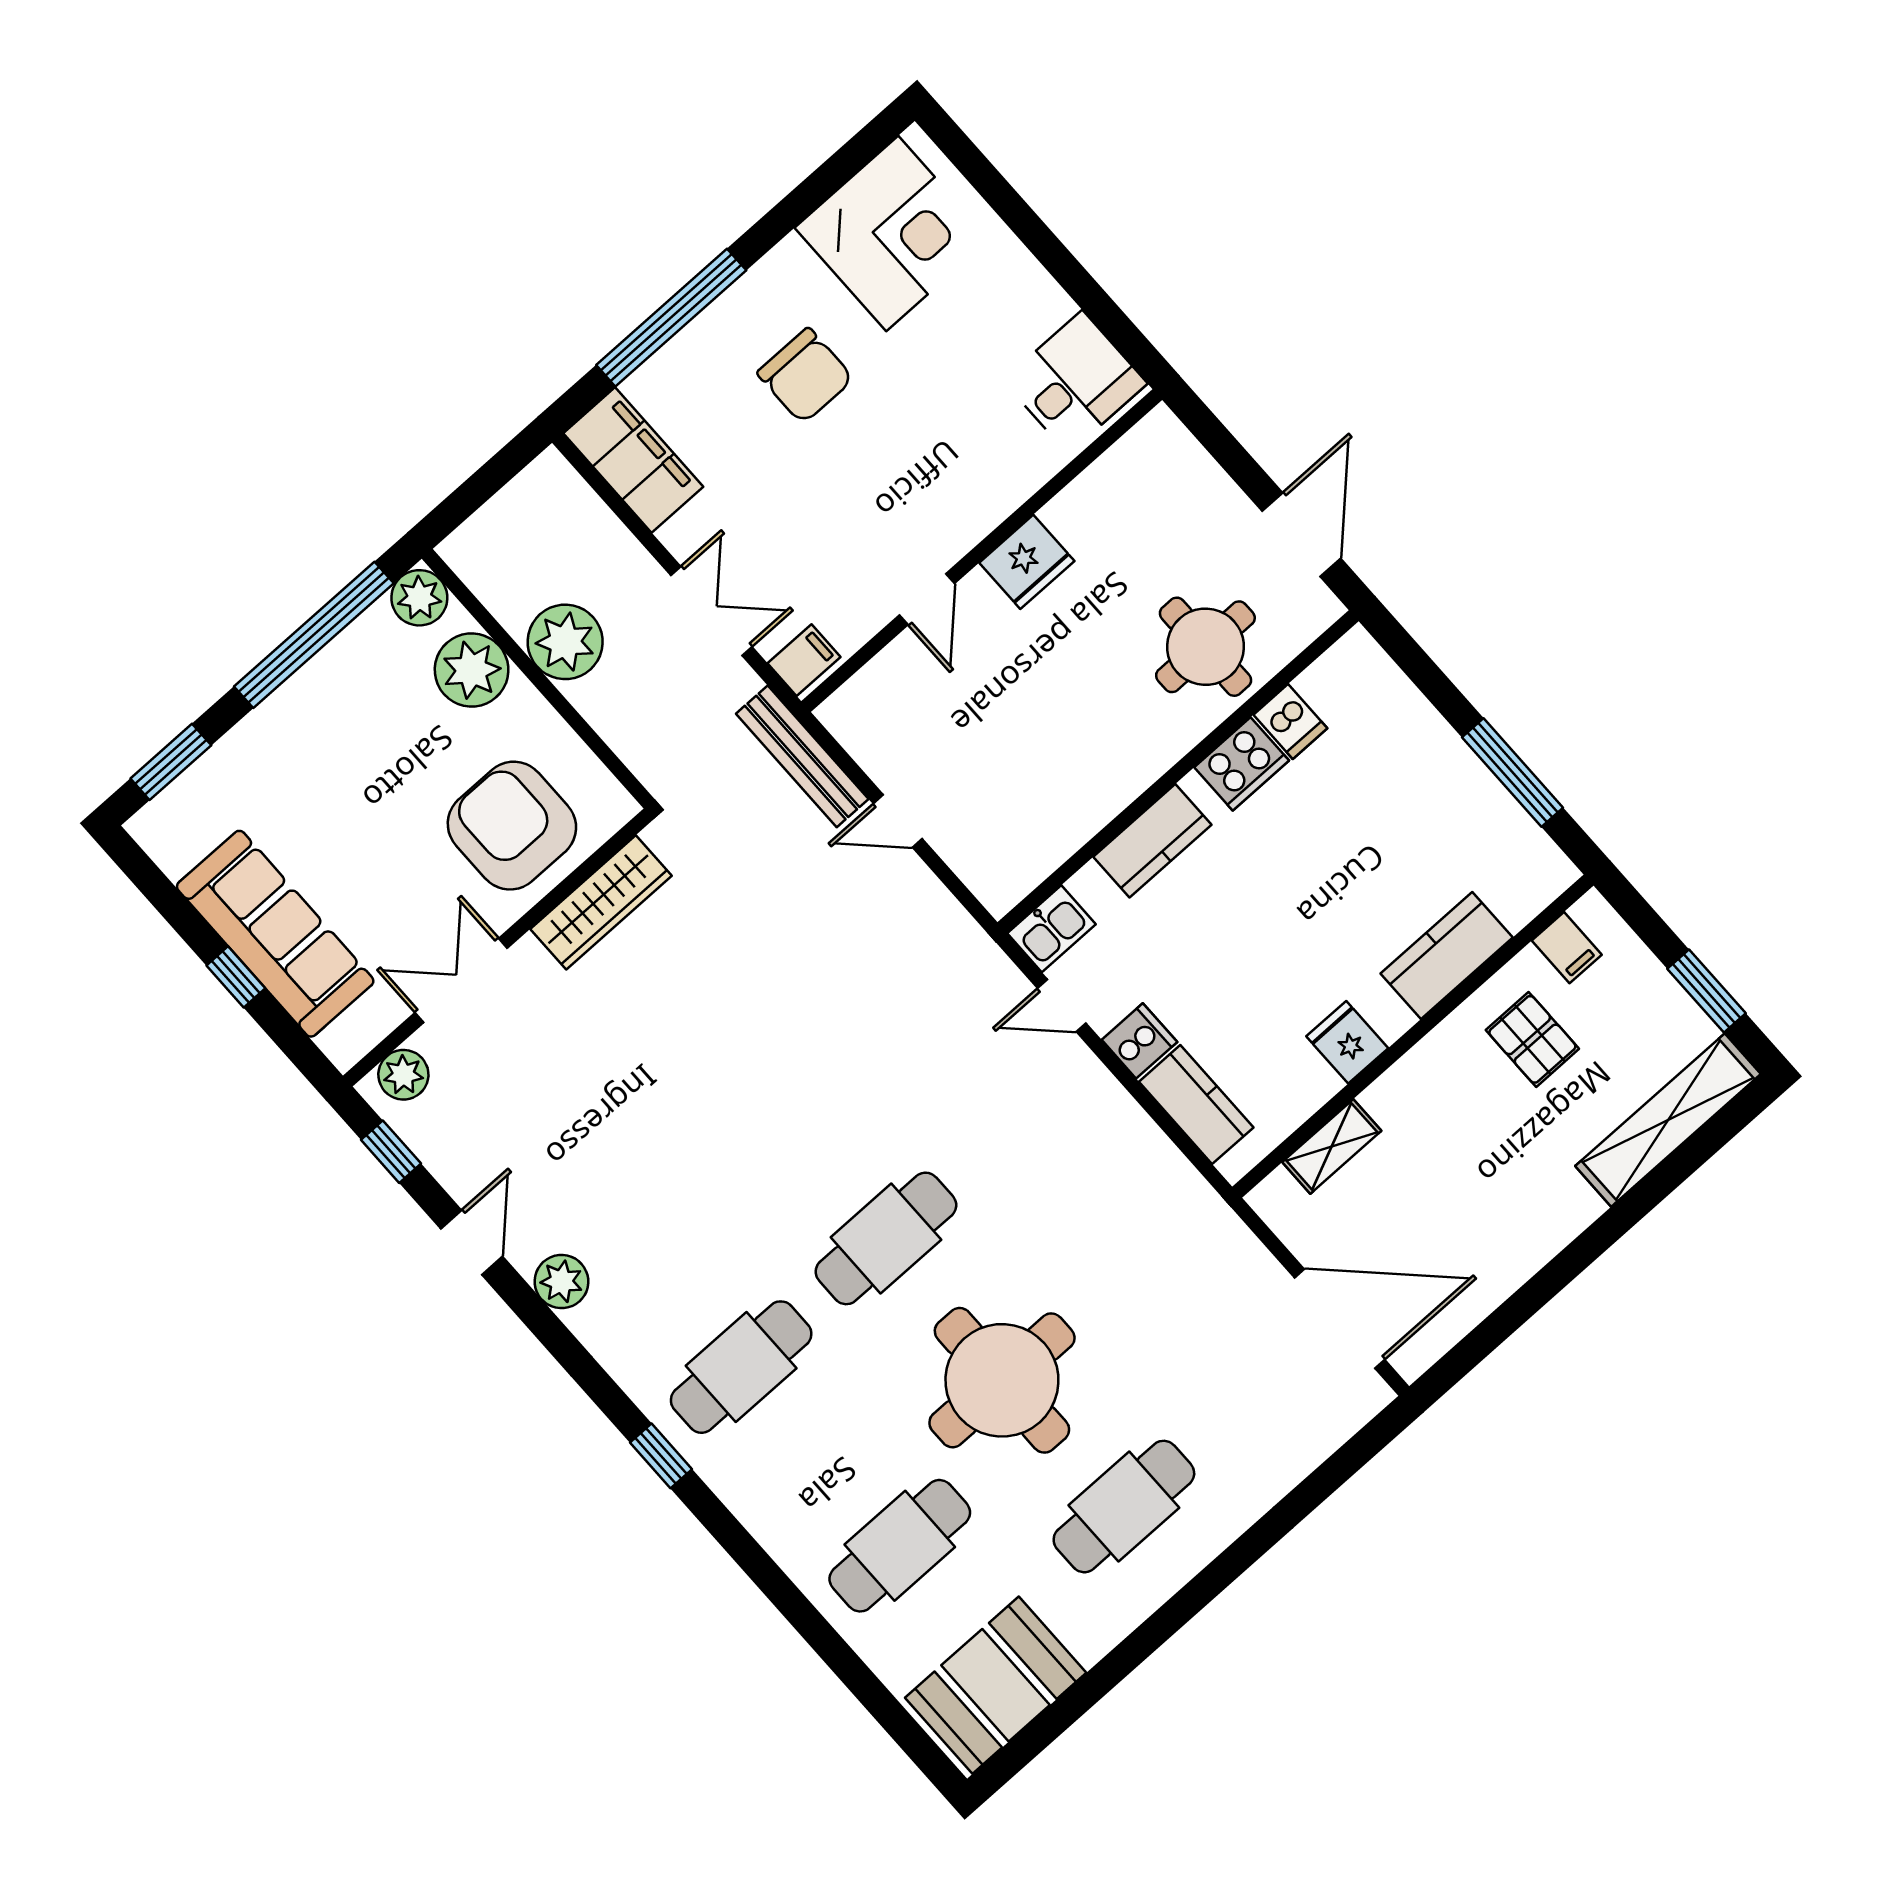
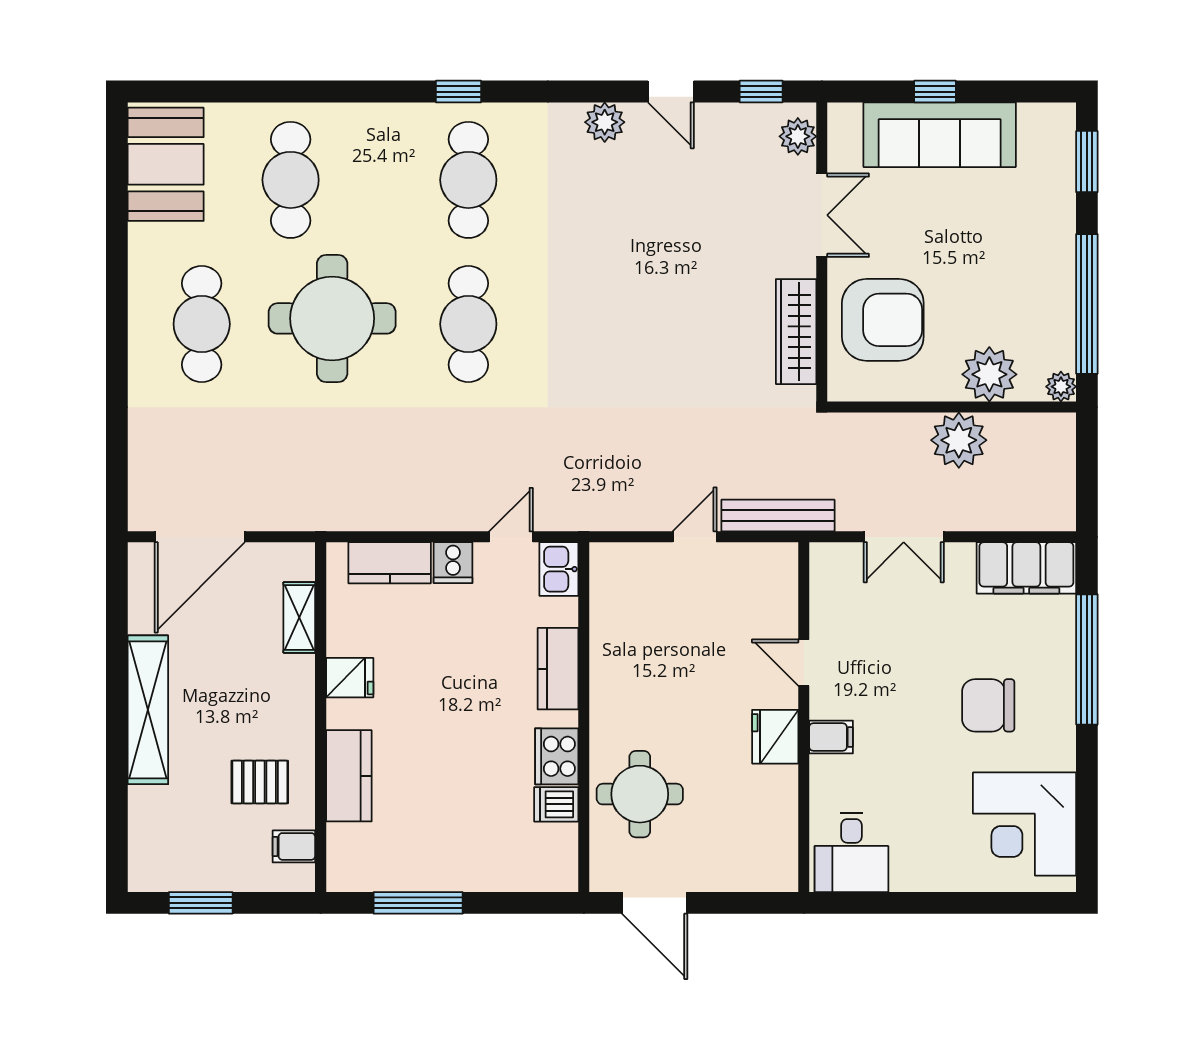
plant: (419, 598) -> (1061, 387), width x0.73, depth x0.73
filing cabinet: (804, 660) -> (831, 737), moved, turned -90
shelving: (1668, 1120) -> (148, 710), moved

